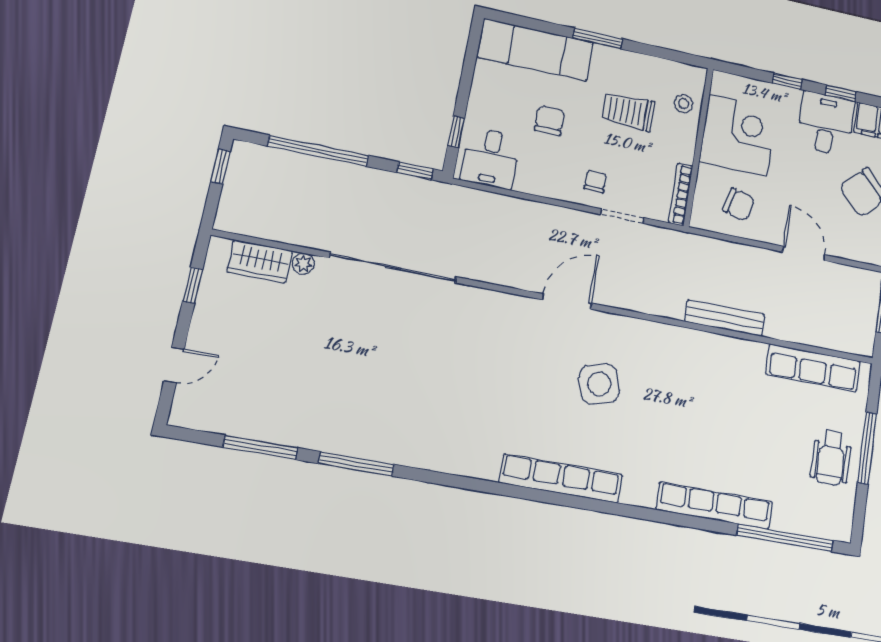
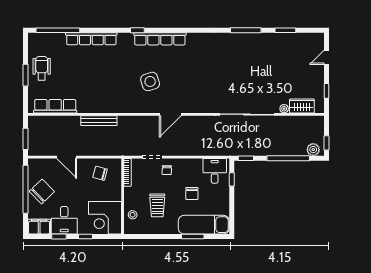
window: (598, 38) -> (193, 236), moved
trolley: (628, 112) -> (157, 205), turned 90
corner desk: (738, 135) -> (105, 218), moved
plant: (255, 158) -> (313, 150), added
window: (260, 447) -> (285, 30), width x0.69
window: (867, 448) -> (25, 75), width x0.69
window: (609, 507) -> (137, 30), added

